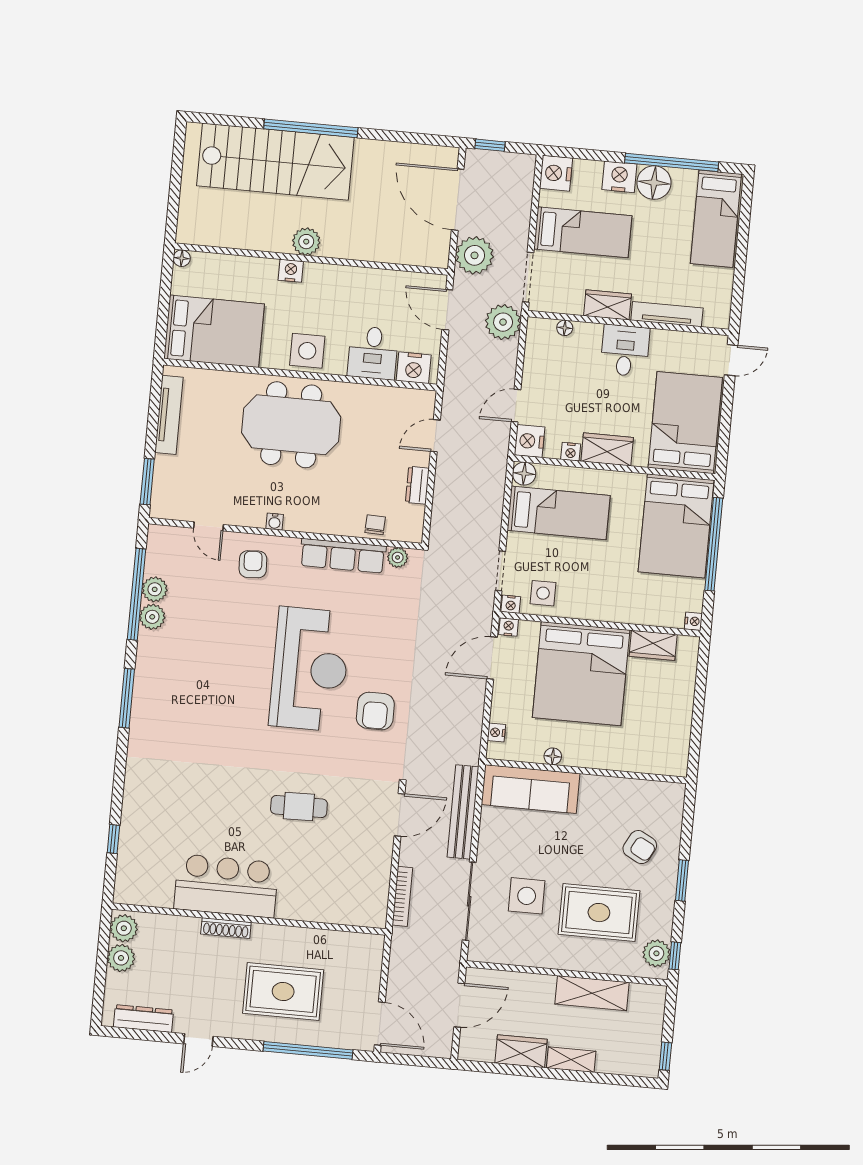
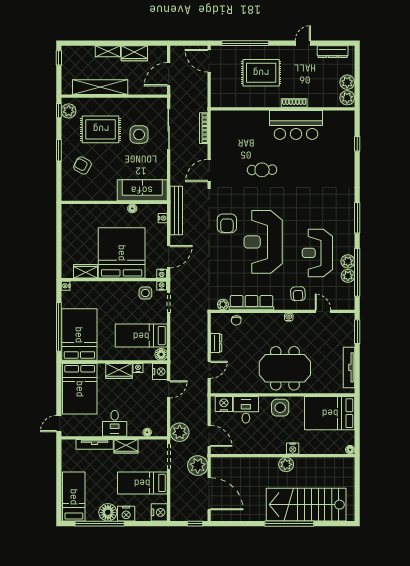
reception desk: (208, 638) -> (317, 253), added
armchair: (375, 711) -> (227, 223), turned 180
bench: (463, 812) -> (176, 211), moved
shelving: (592, 993) -> (100, 87), width x1.47

